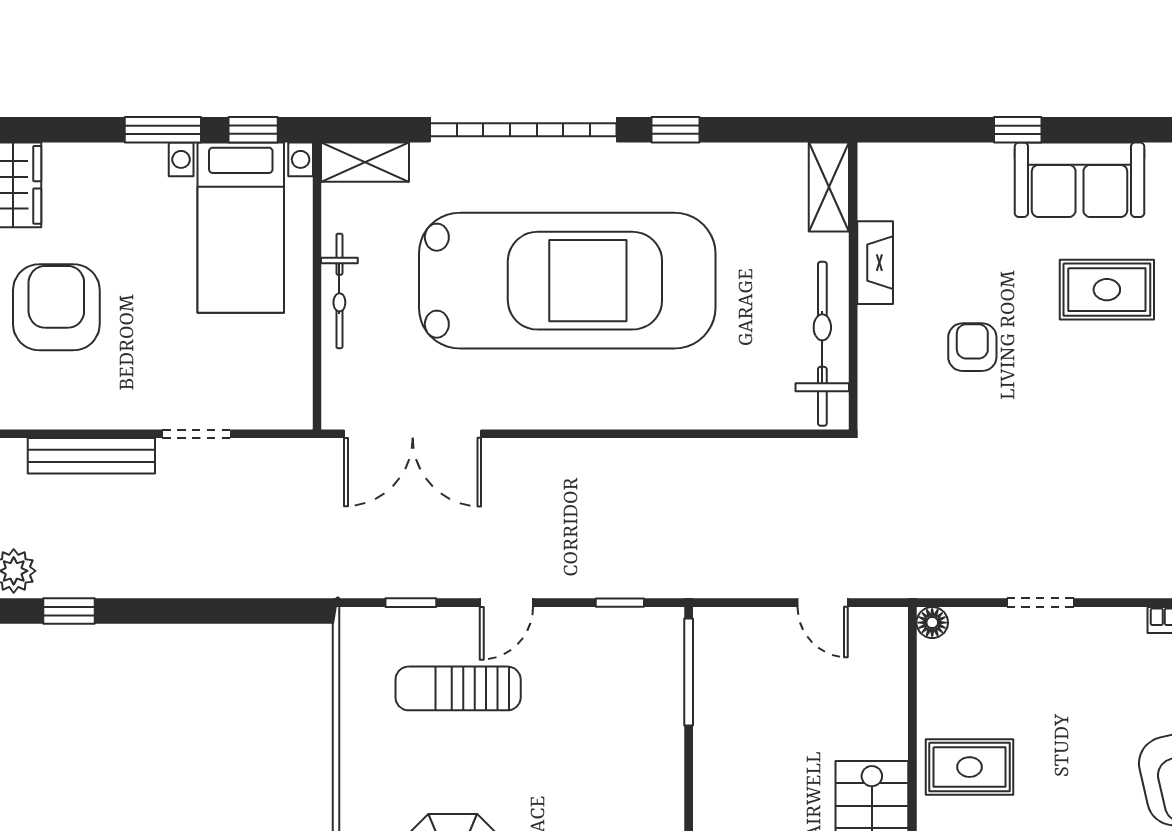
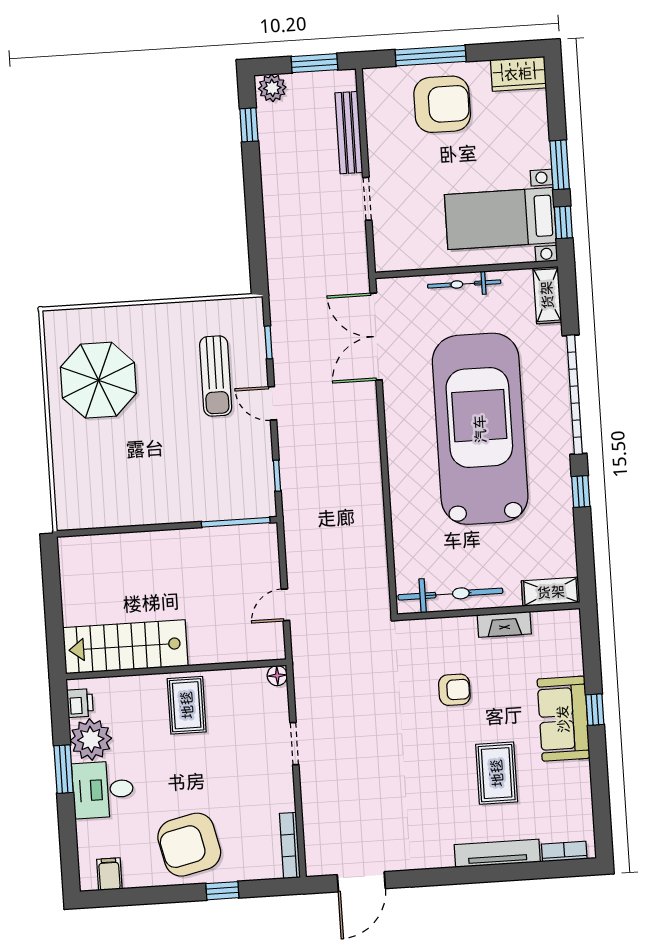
sofa: (1080, 180) -> (563, 719), moved
car: (567, 281) -> (480, 429), turned 180
sun lounger: (458, 688) -> (216, 376), turned 180

